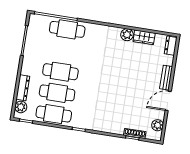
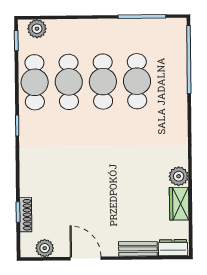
cafe table: (67, 29) -> (137, 81), moved
bench: (166, 78) -> (138, 249), moved
dresser: (23, 88) -> (68, 27), removed

